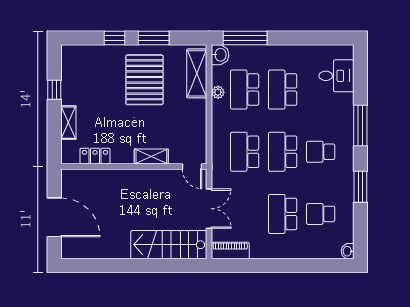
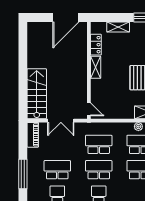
shelving: (151, 156) -> (96, 67), moved
door: (192, 166) -> (89, 109), swing flipped
door: (54, 217) -> (66, 18), moved
window: (289, 266) -> (23, 174), added

